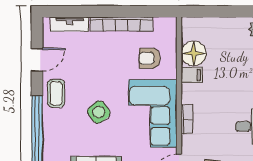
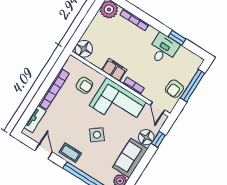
floor lamp: (194, 53) -> (84, 49), moved
armchair: (150, 58) -> (84, 85), turned -89
filing cabinet: (192, 75) -> (114, 70), width x2.00

